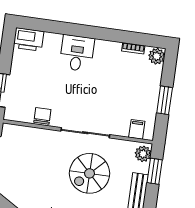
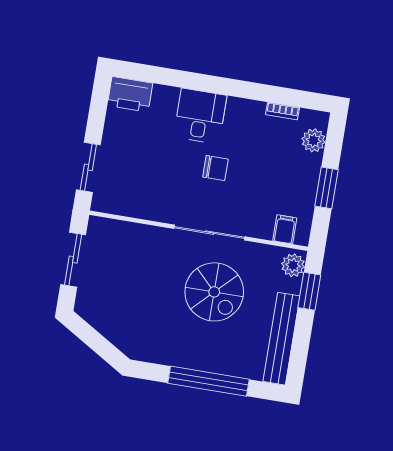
plant: (157, 56) -> (314, 140), moved
chair: (42, 116) -> (215, 168), moved, turned 90
spiral stairs: (90, 173) -> (214, 292), turned -90

